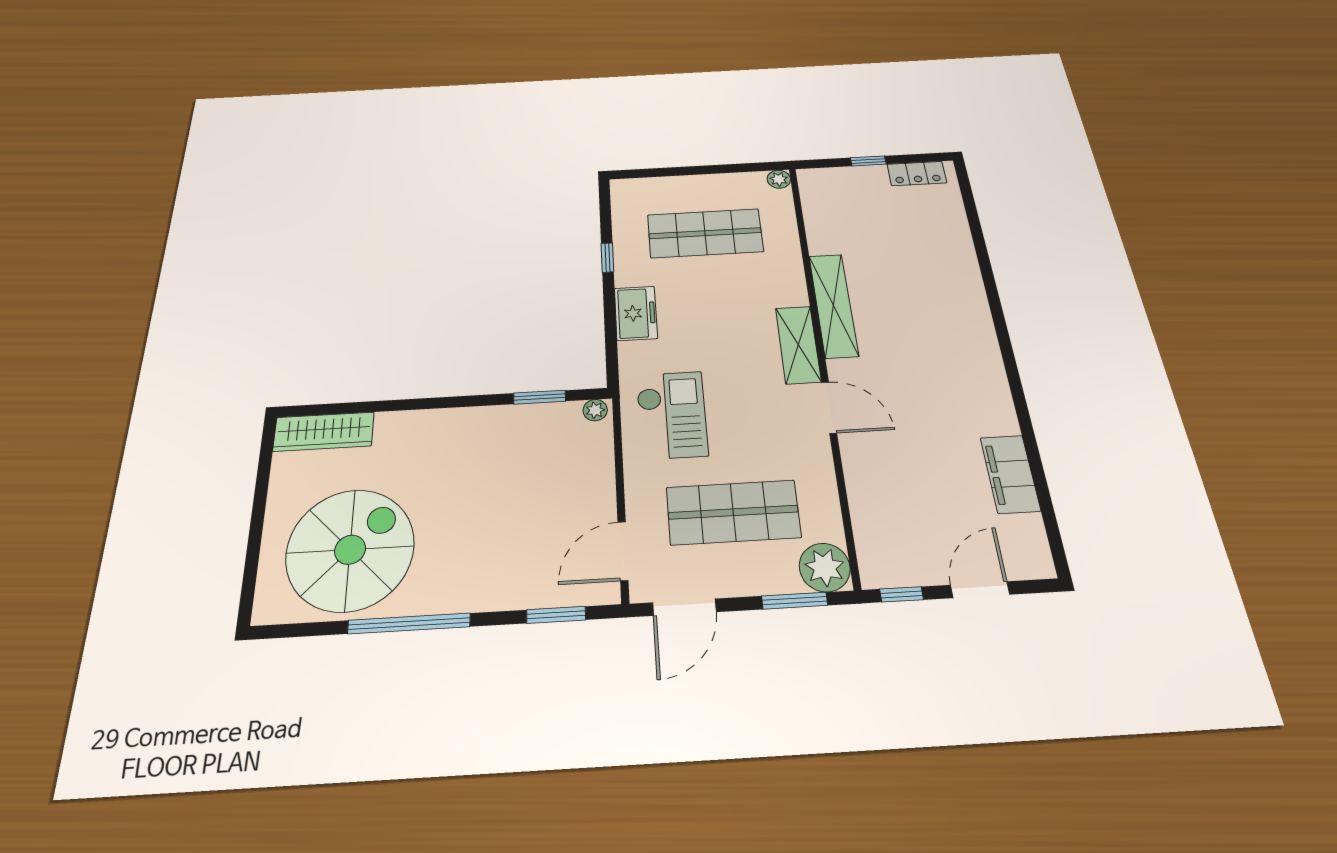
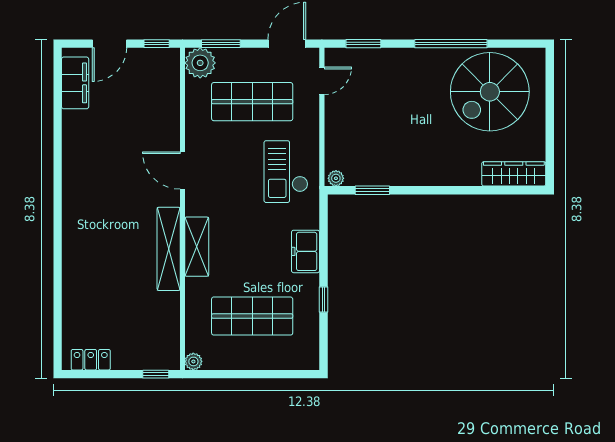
window: (868, 161) -> (156, 374), moved
shelving: (798, 345) -> (197, 247), moved
filing cabinet: (1010, 474) -> (75, 83), moved
door: (623, 551) -> (322, 81), width x0.73

